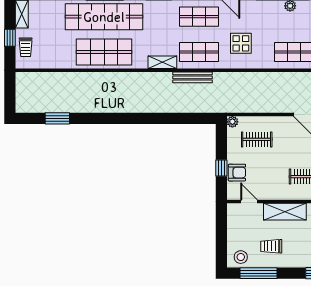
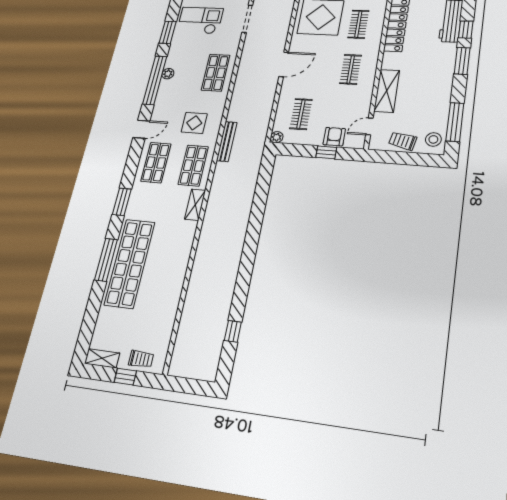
shop shelf: (104, 52) -> (169, 268), removed
bench: (192, 77) -> (227, 141), moved
window: (57, 118) -> (233, 331), width x0.67
trolley: (271, 246) -> (403, 141), moved, turned 102

